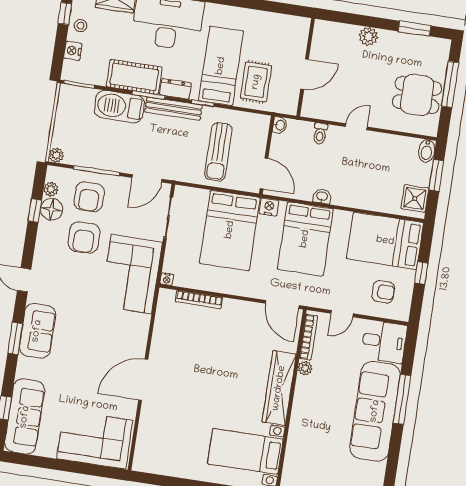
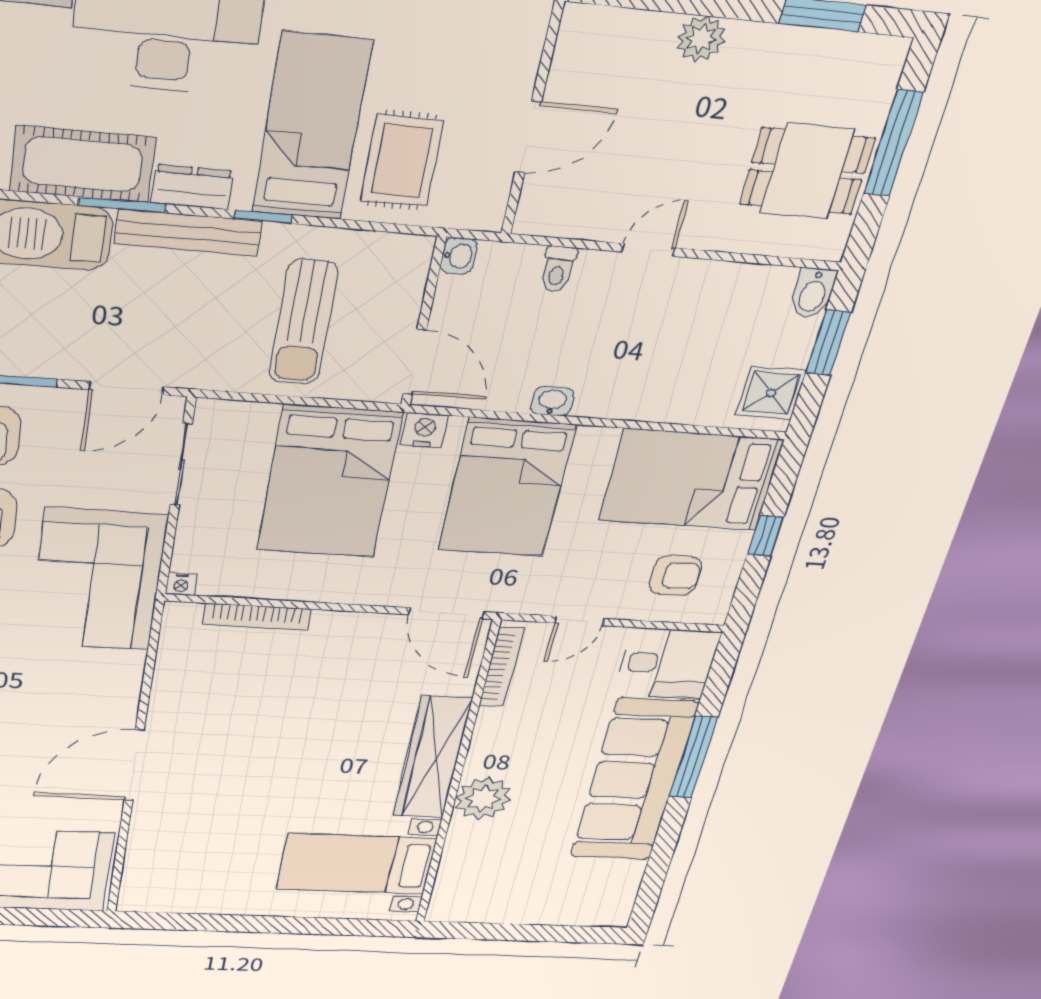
plant: (305, 368) -> (483, 798), moved, width x1.87, depth x1.87

